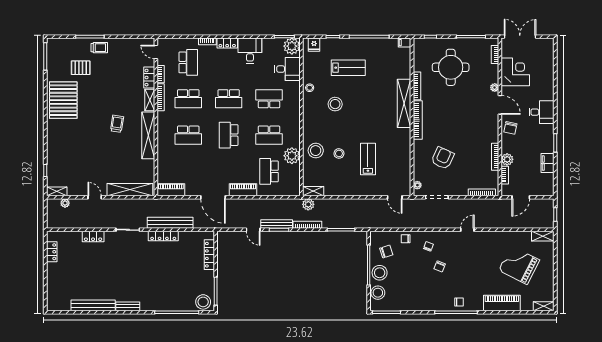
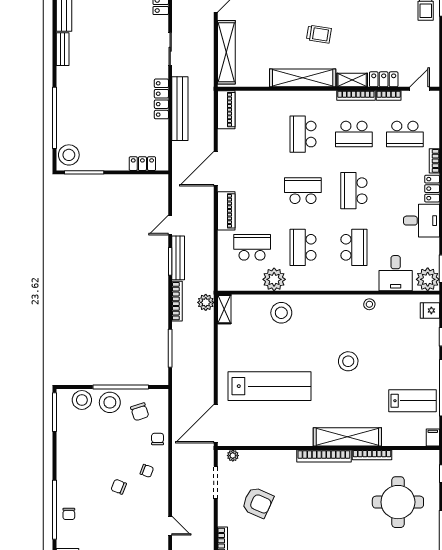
lab bench: (348, 68) -> (412, 401), moved, turned -90
school desk: (188, 99) -> (354, 134), turned -90
stool: (335, 104) -> (348, 361), moved
stool: (339, 153) -> (277, 345), removed
armchair: (443, 158) -> (258, 503), moved
lab bench: (368, 159) -> (269, 386), width x1.86, depth x1.39
door: (395, 197) -> (216, 424), width x1.87
locker: (209, 255) -> (142, 164), width x0.66

